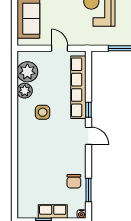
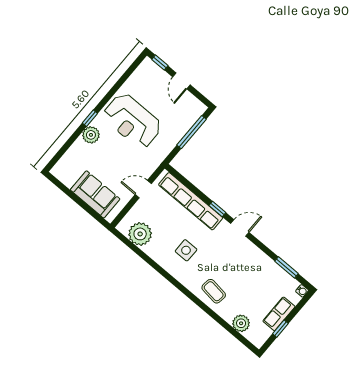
plant: (25, 91) -> (241, 323), moved
coffee table: (31, 154) -> (214, 291), added
chair: (74, 181) -> (268, 274), removed

